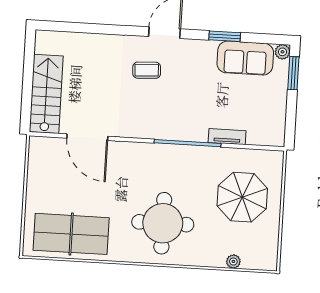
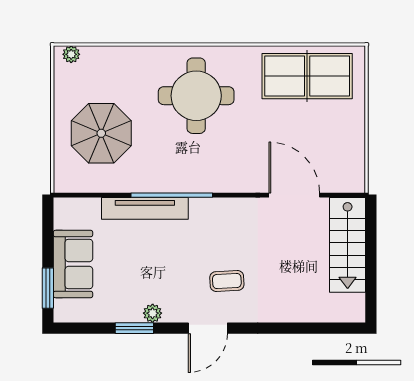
plant: (282, 52) -> (153, 313), moved
sofa: (245, 58) -> (73, 264), moved, turned 90
tv unit: (227, 137) -> (145, 208), width x1.92, depth x1.29
plant: (233, 261) -> (71, 54), moved

